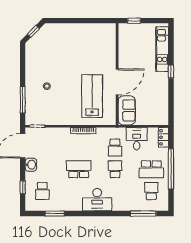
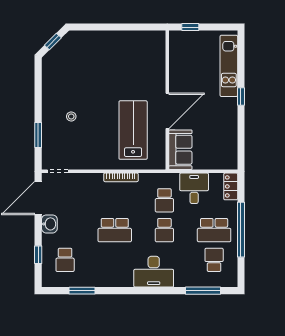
window: (23, 100) -> (38, 135), width x0.69
school desk: (79, 169) -> (115, 230), turned 180
school desk: (115, 169) -> (164, 230), turned 180
desk: (97, 200) -> (154, 272), moved

